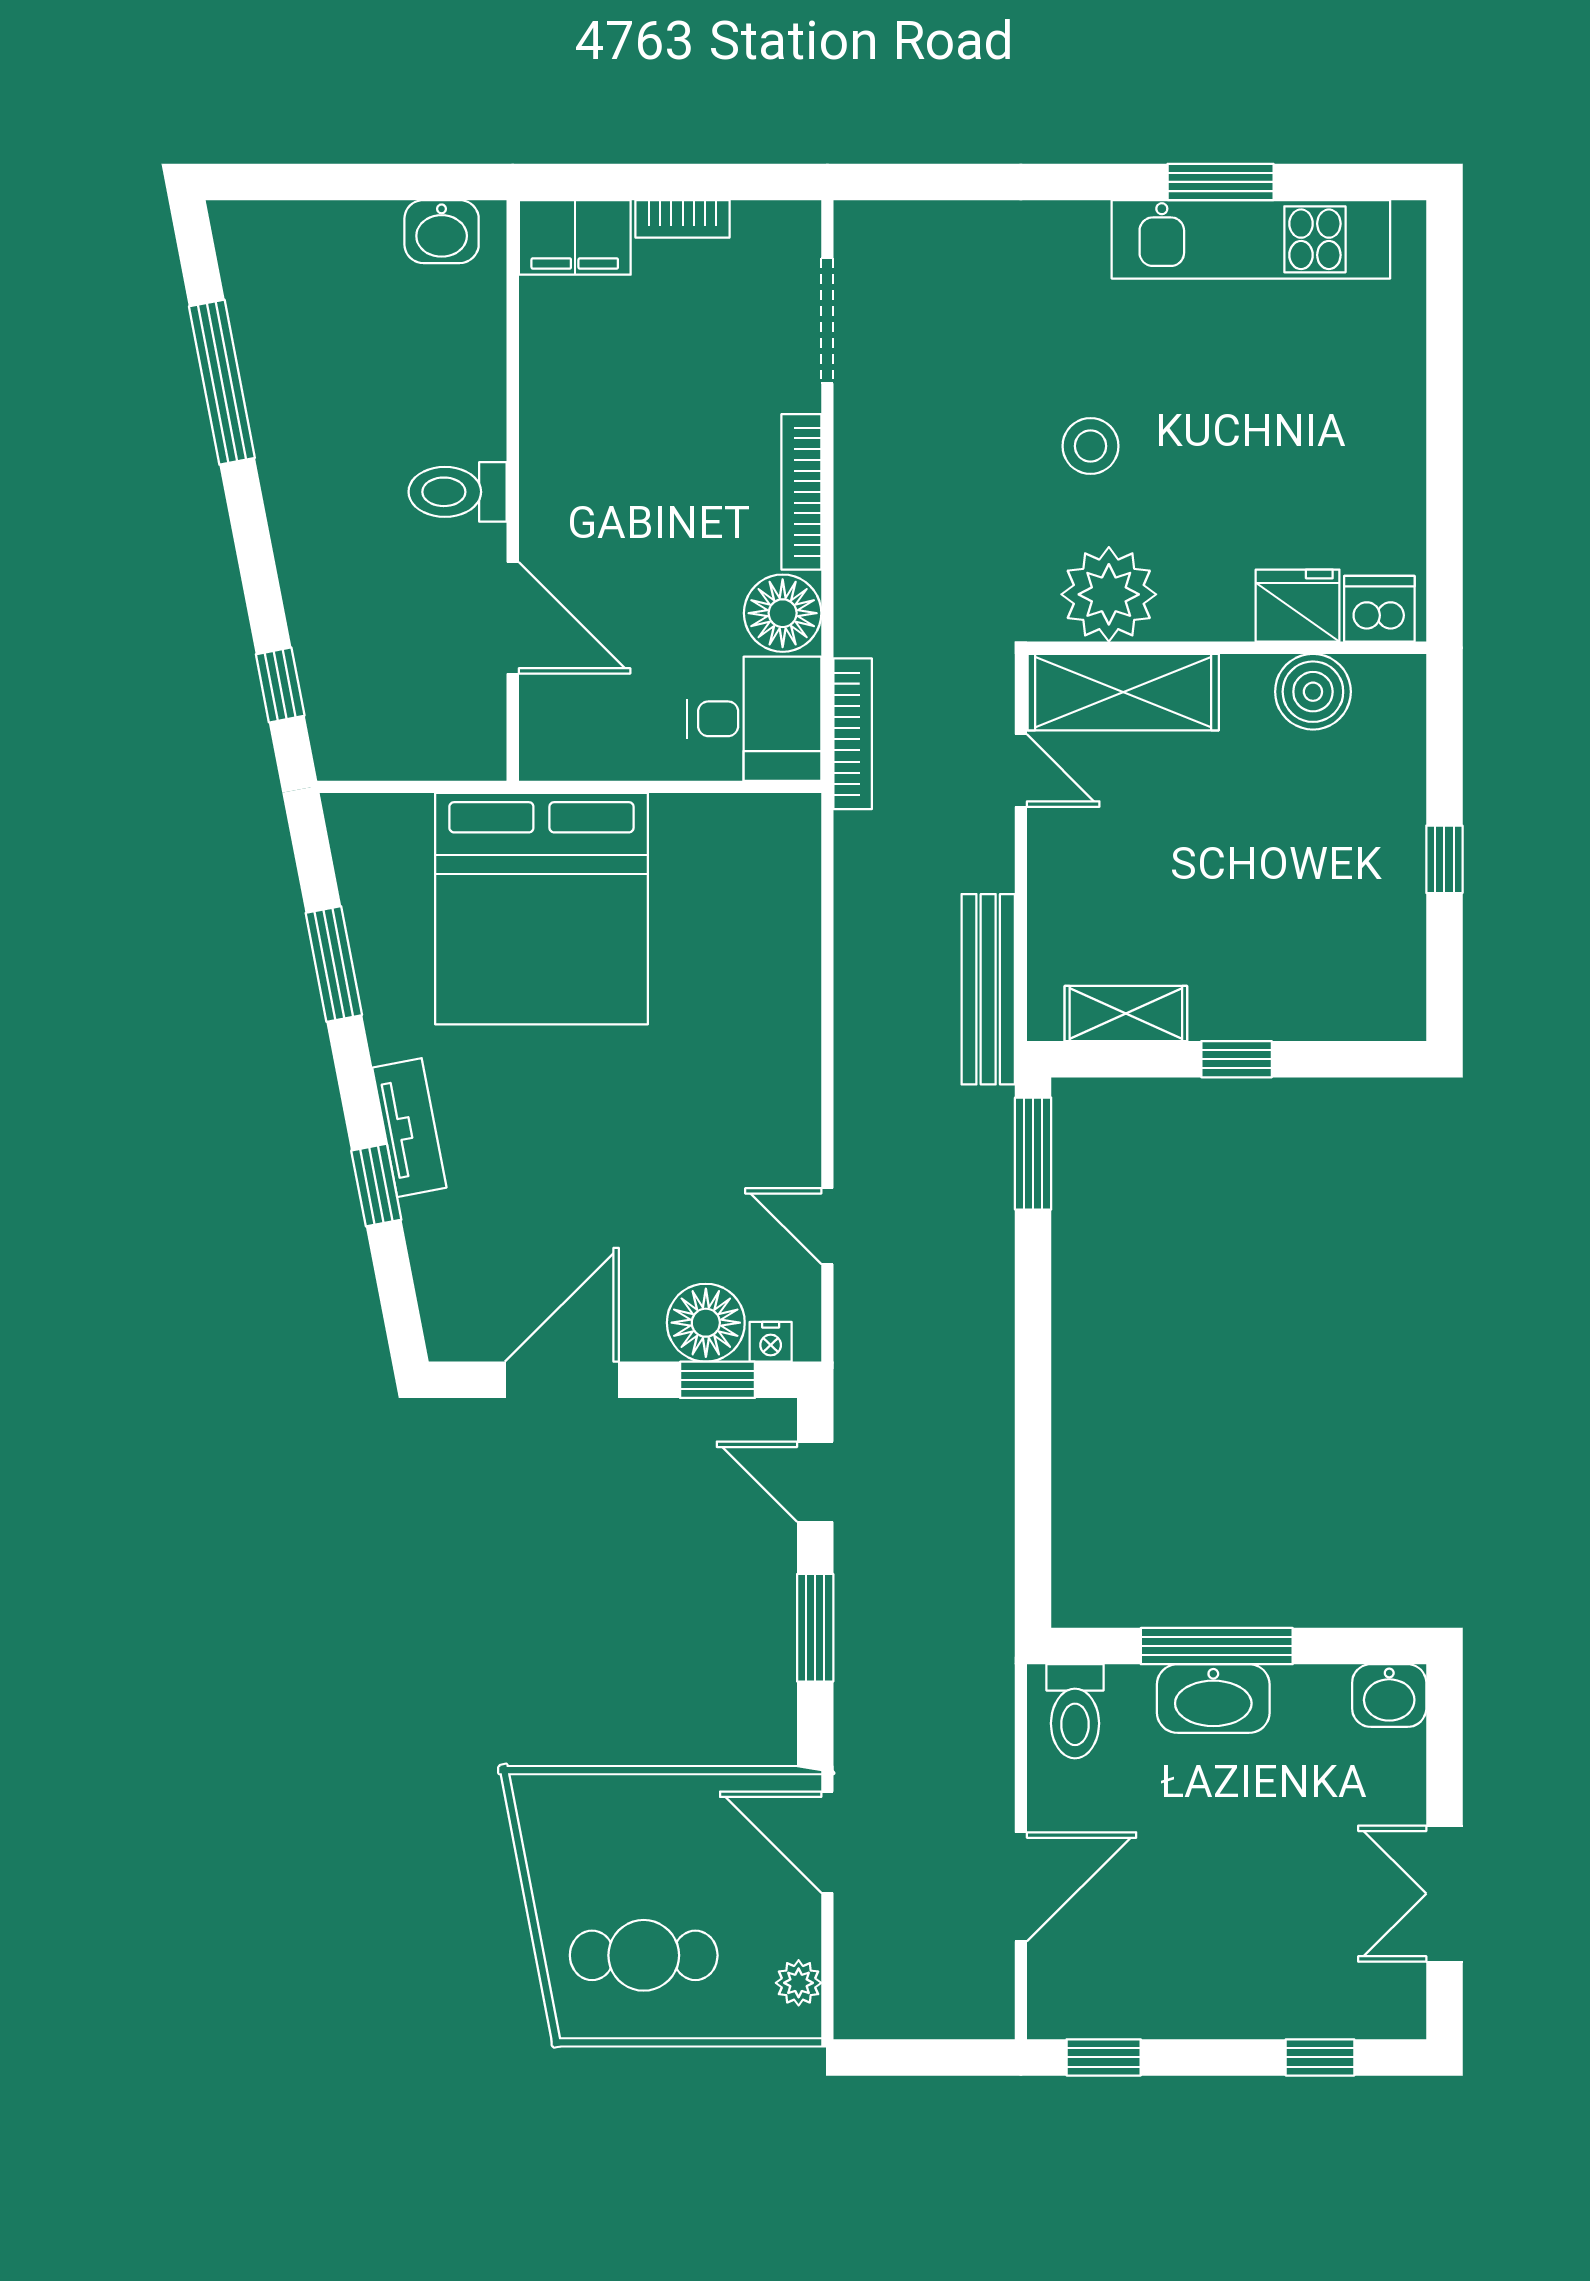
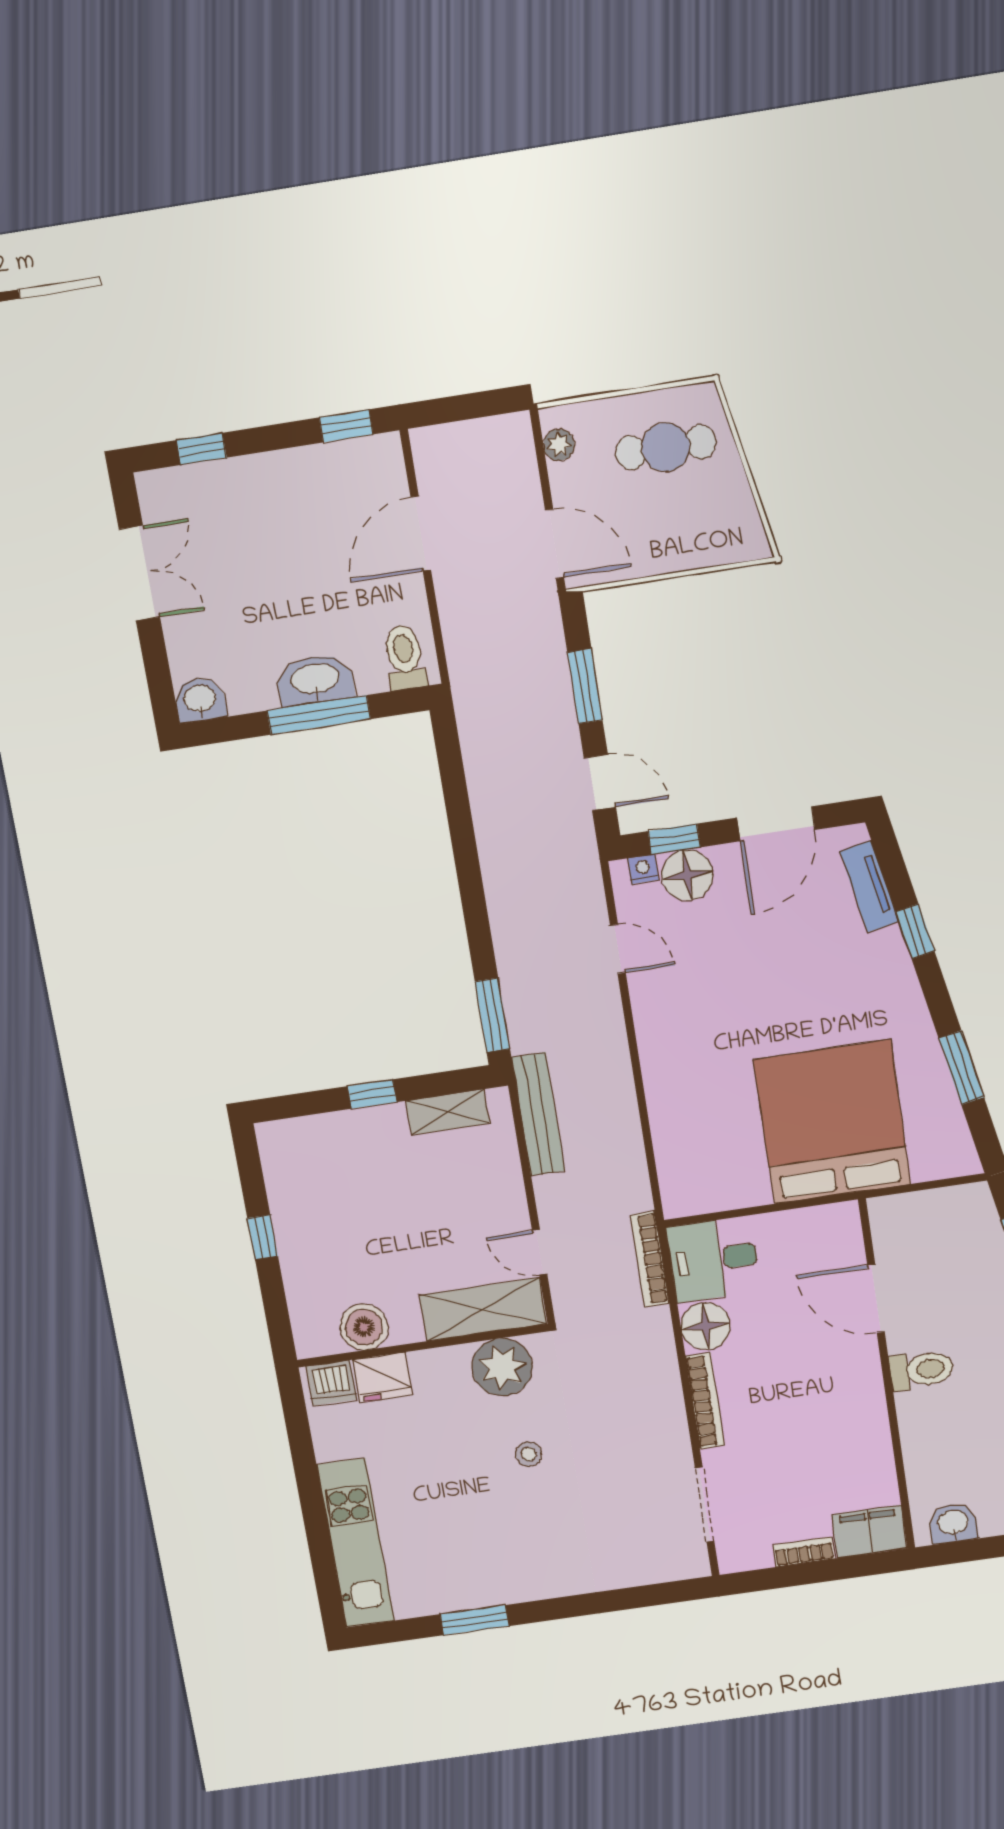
kitchen unit: (1251, 239) -> (356, 1543), moved, turned 90
stool: (1091, 446) -> (529, 1454), width x0.73, depth x0.73
tv unit: (409, 1128) -> (869, 886), moved

